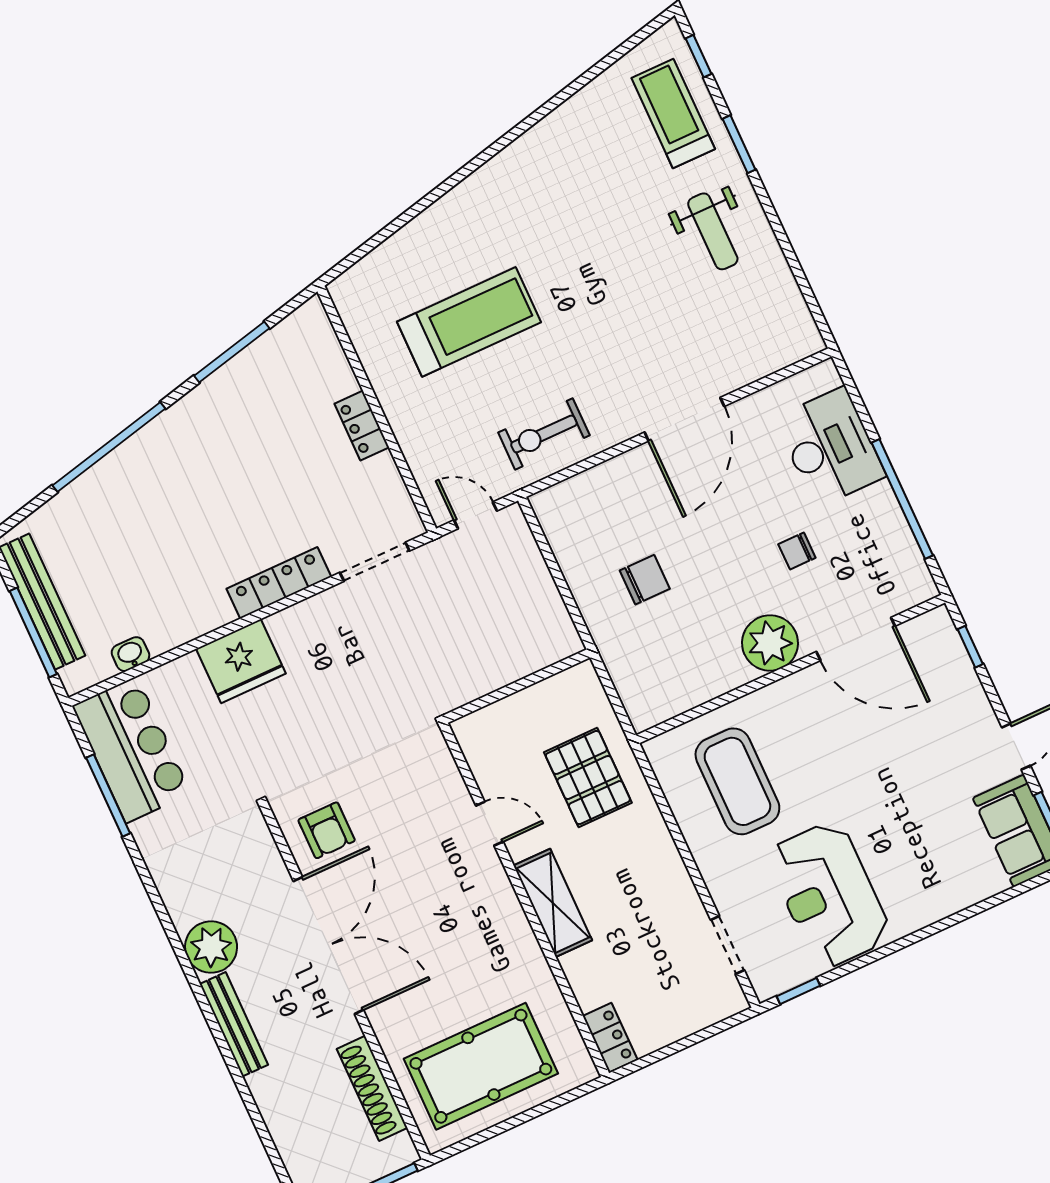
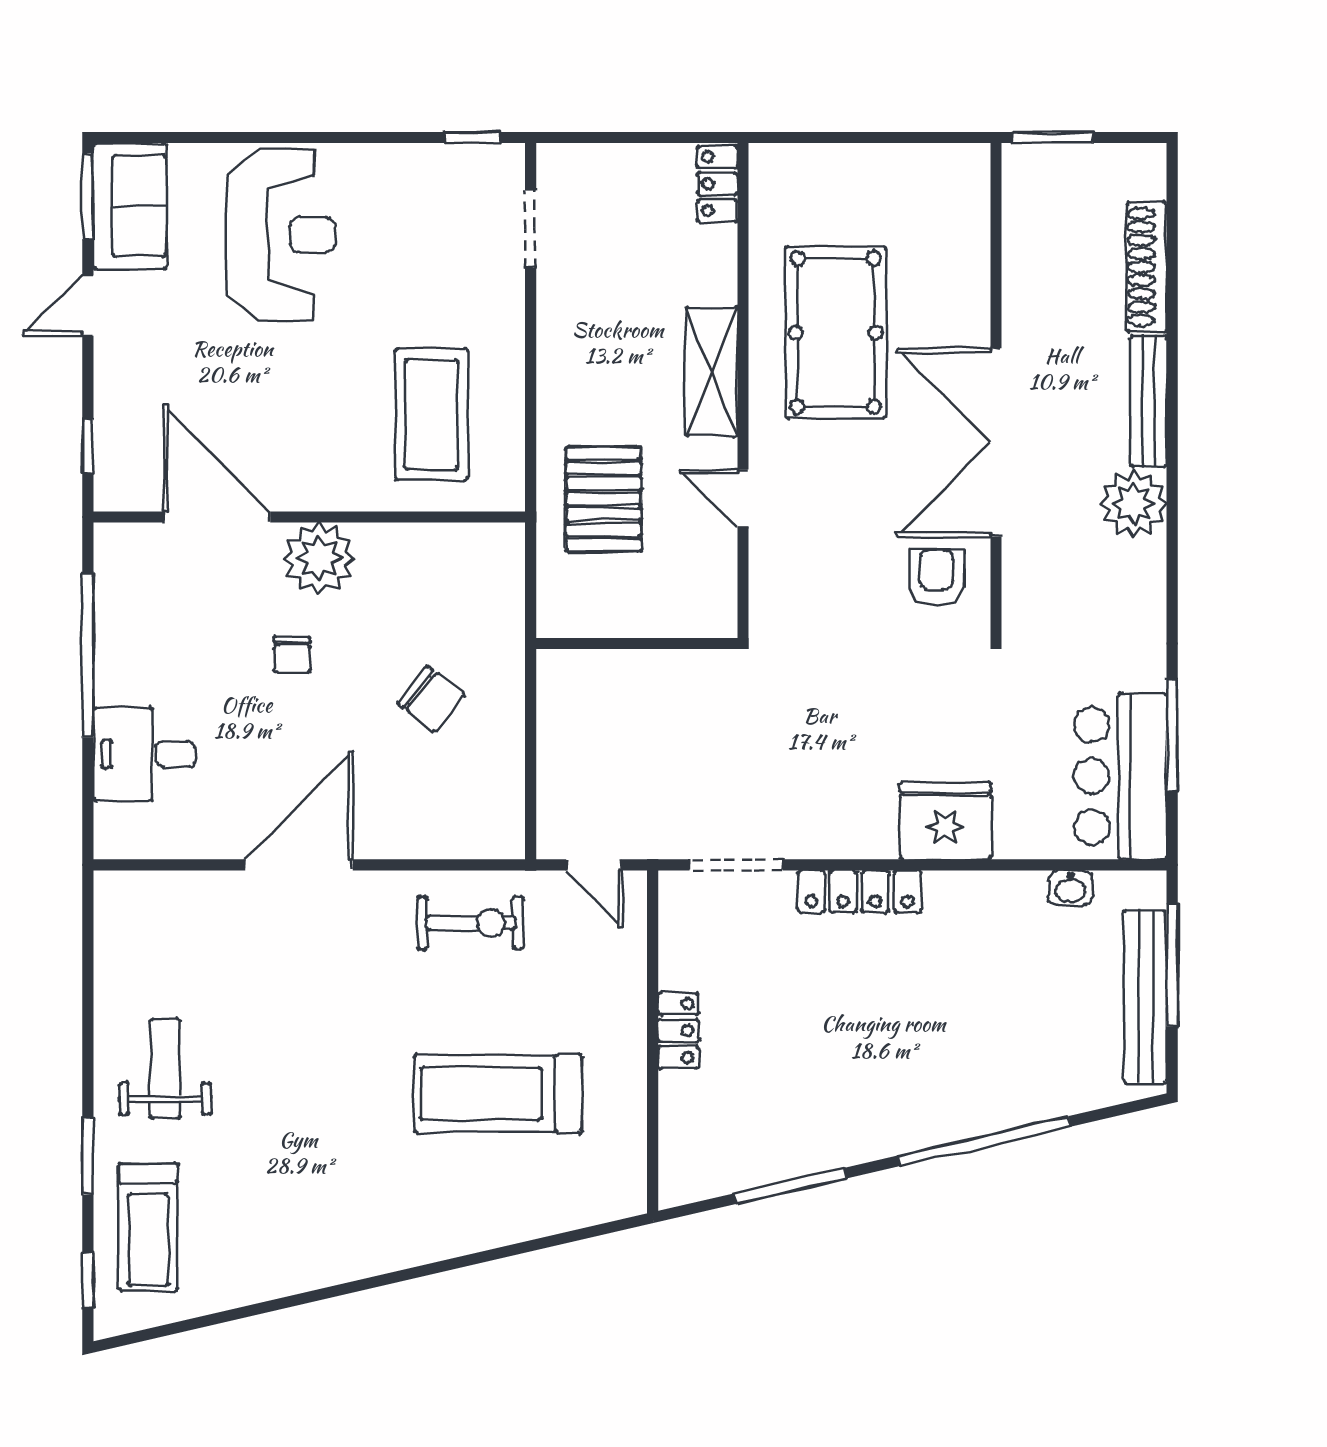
desk: (830, 447) -> (144, 754), width x0.73
chair: (797, 551) -> (292, 655), moved, turned 90
chair: (645, 580) -> (431, 699), turned -142
reception desk: (829, 895) -> (281, 235), moved
pool table: (481, 1066) -> (836, 333), moved, turned 90
shoe rack: (372, 1088) -> (1147, 267), moved, turned 180

